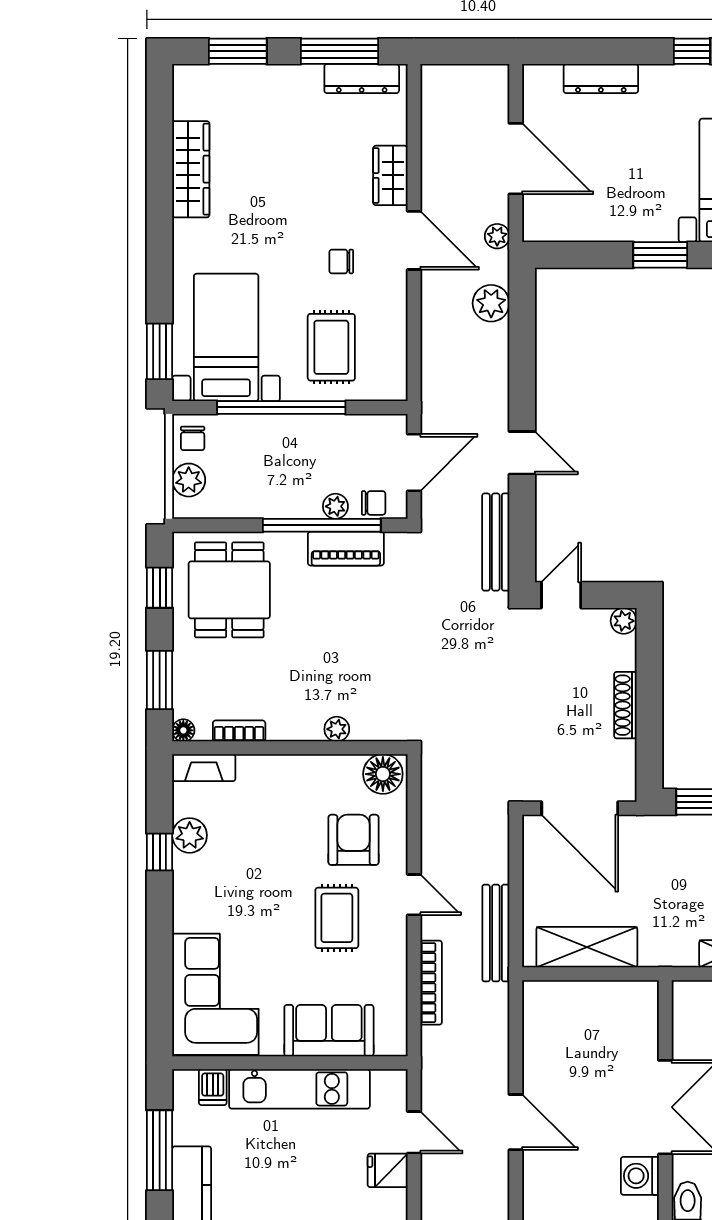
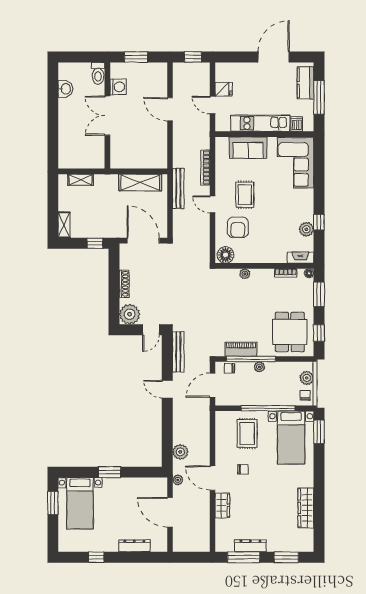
dresser: (362, 79) -> (250, 546), moved
plant: (335, 506) -> (259, 367), moved
plant: (624, 621) -> (130, 314), width x1.87, depth x1.87

